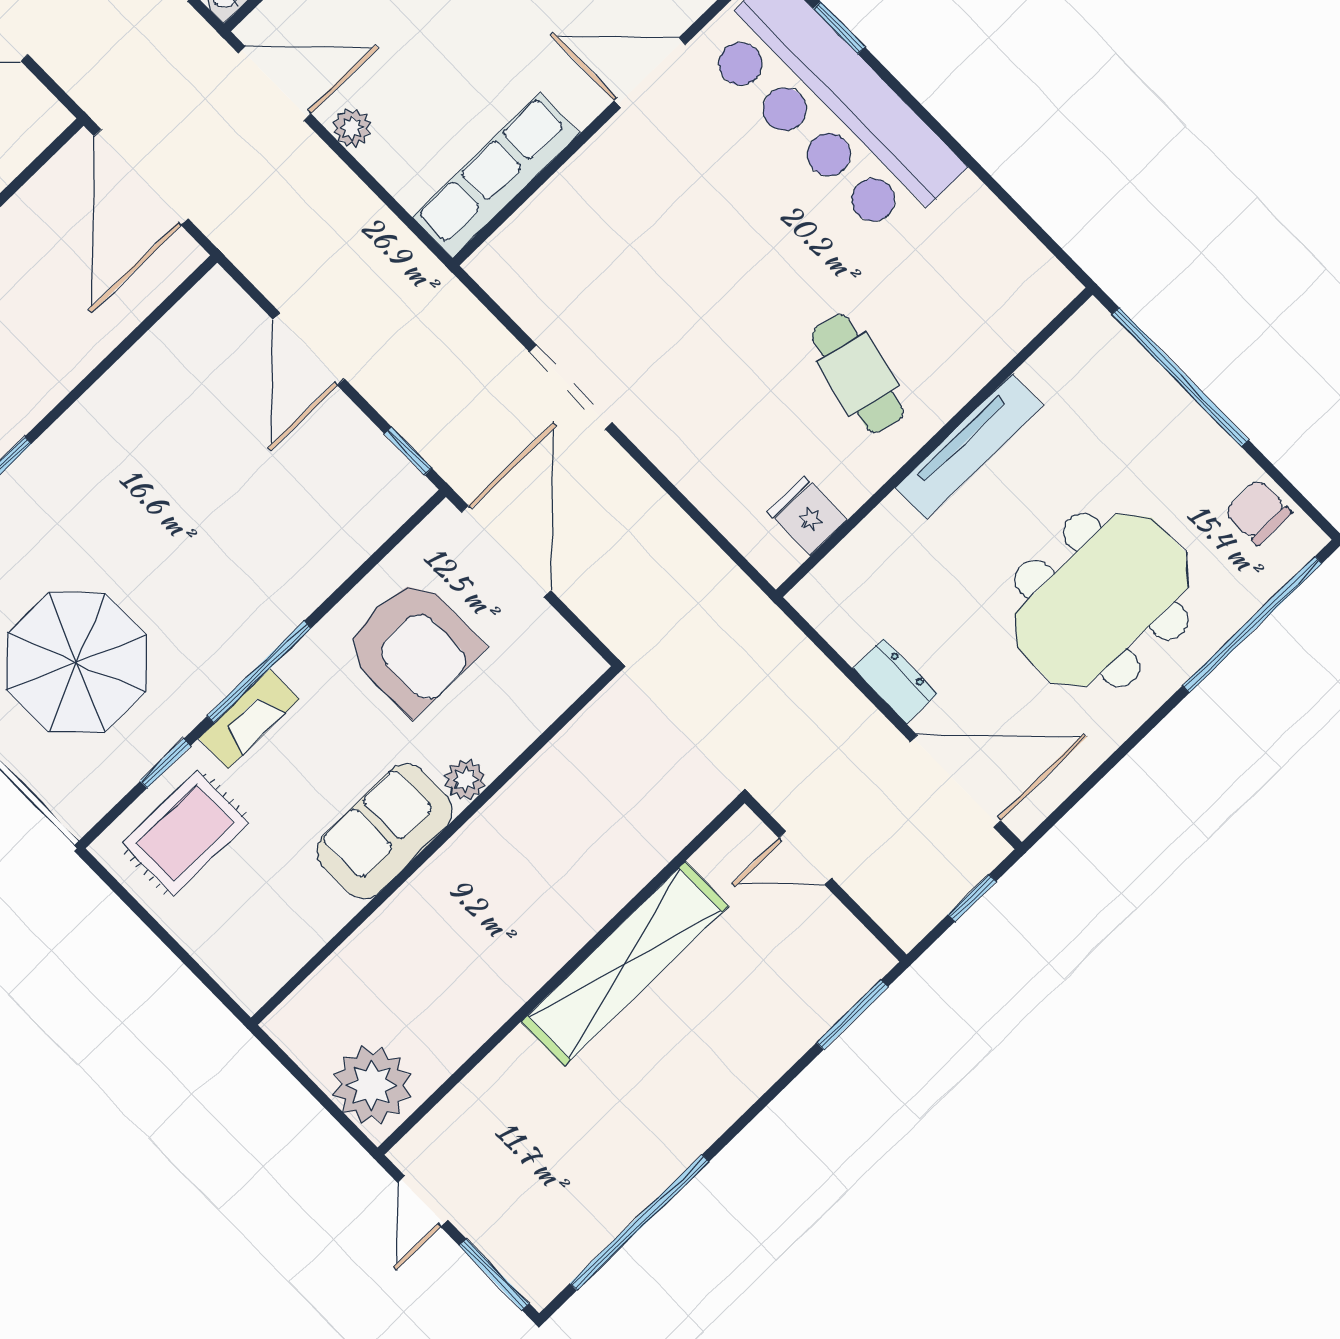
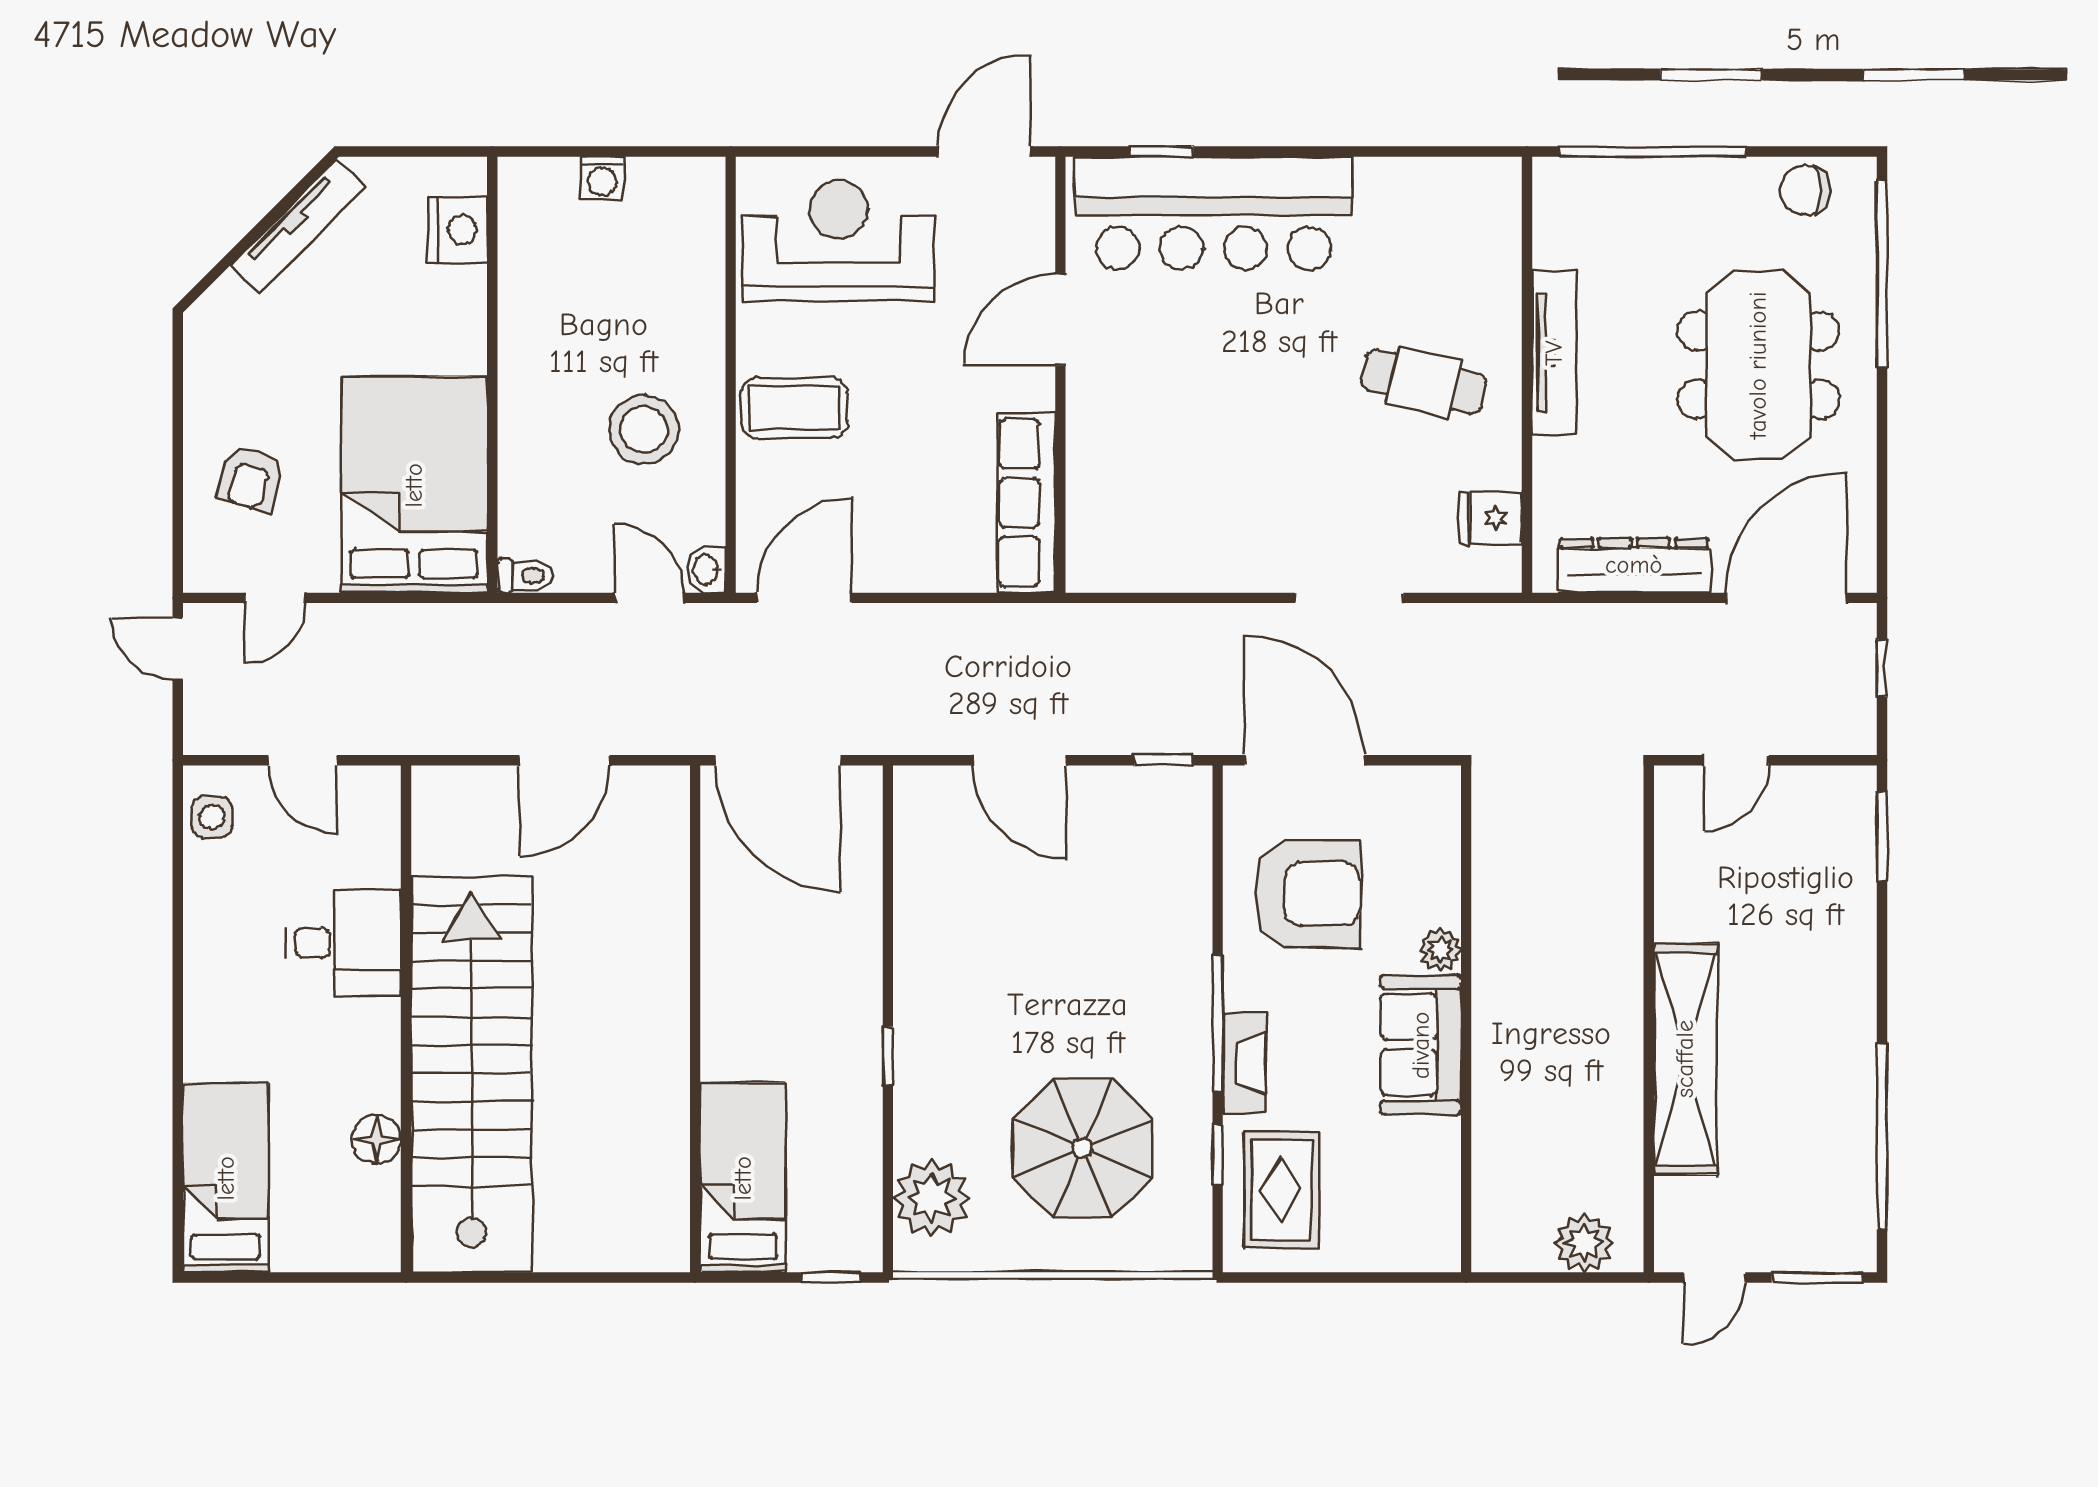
plant: (352, 128) -> (890, 573), removed
doorway: (571, 387) -> (1349, 598), moved
dresser: (895, 681) -> (1634, 565), width x1.96, depth x1.24
shelving: (625, 964) -> (1685, 1059), moved
plant: (372, 1085) -> (1584, 1243), width x0.73, depth x0.73
door: (423, 1201) -> (1714, 1278), hinge flipped

